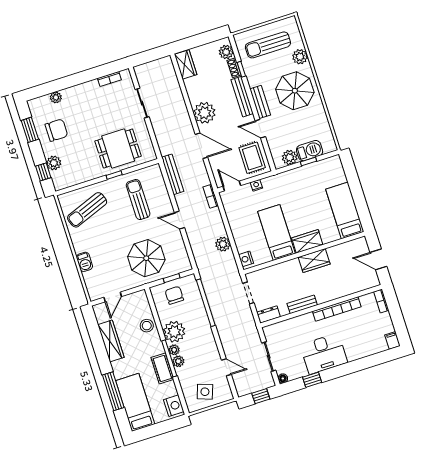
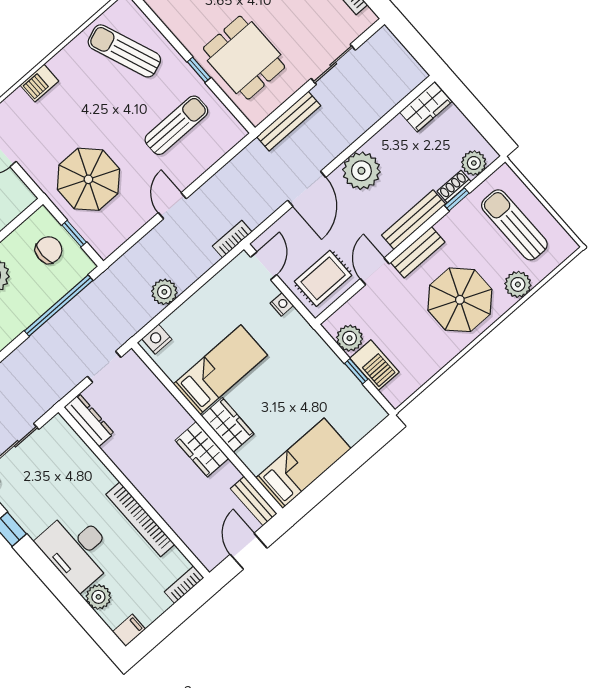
bench: (173, 174) -> (289, 121), moved
bench: (302, 304) -> (254, 501), moved
dresser: (269, 315) -> (89, 420), width x1.44
plant: (368, 349) -> (98, 597), added
desk: (324, 354) -> (77, 549), moved

